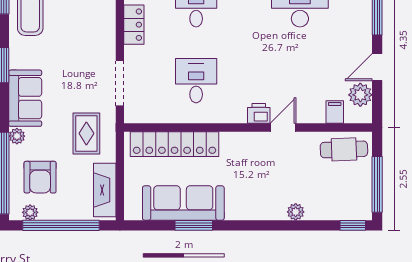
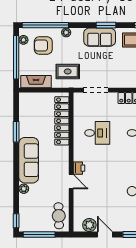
sofa: (25, 98) -> (100, 37), moved
filing cabinet: (335, 112) -> (80, 211), removed
sofa: (183, 203) -> (29, 160), moved

